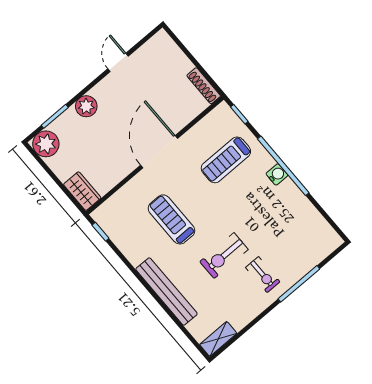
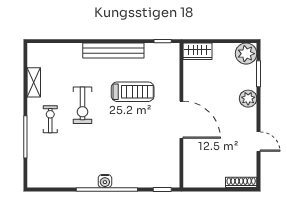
shoe rack: (204, 86) -> (241, 182), moved
treadmill: (226, 160) -> (141, 157), removed
exercise bike: (224, 256) -> (82, 105), turned 180
exercise bike: (263, 275) -> (50, 119), turned 90
bench: (167, 291) -> (113, 50), moved
shelving: (218, 339) -> (34, 82), moved

